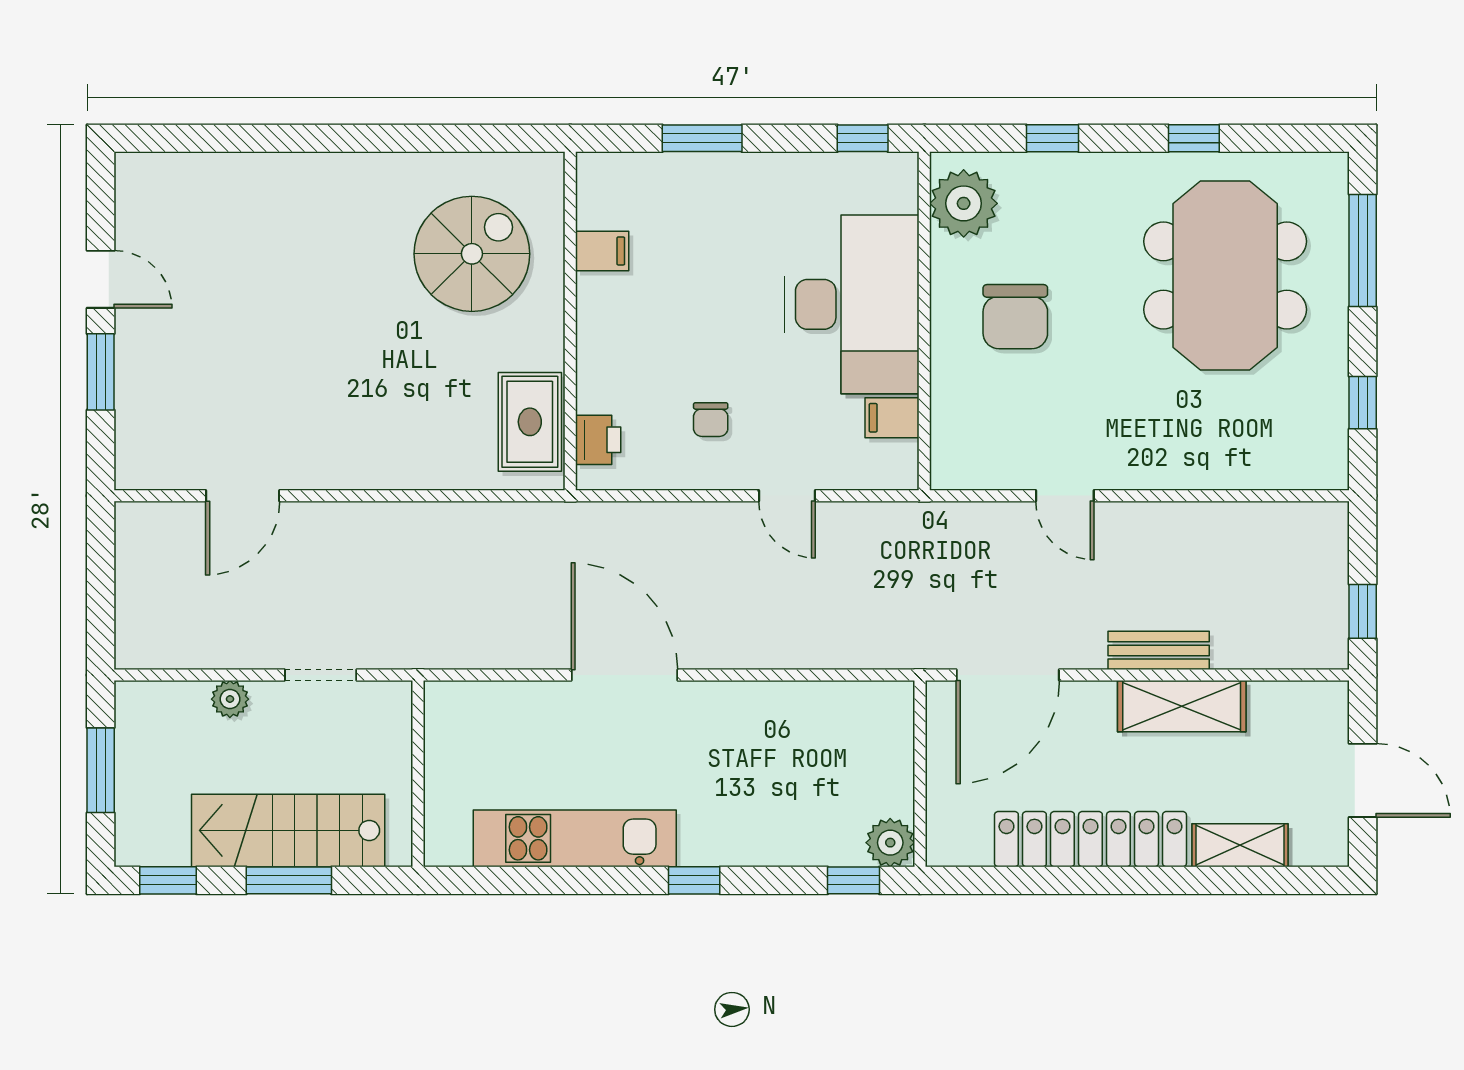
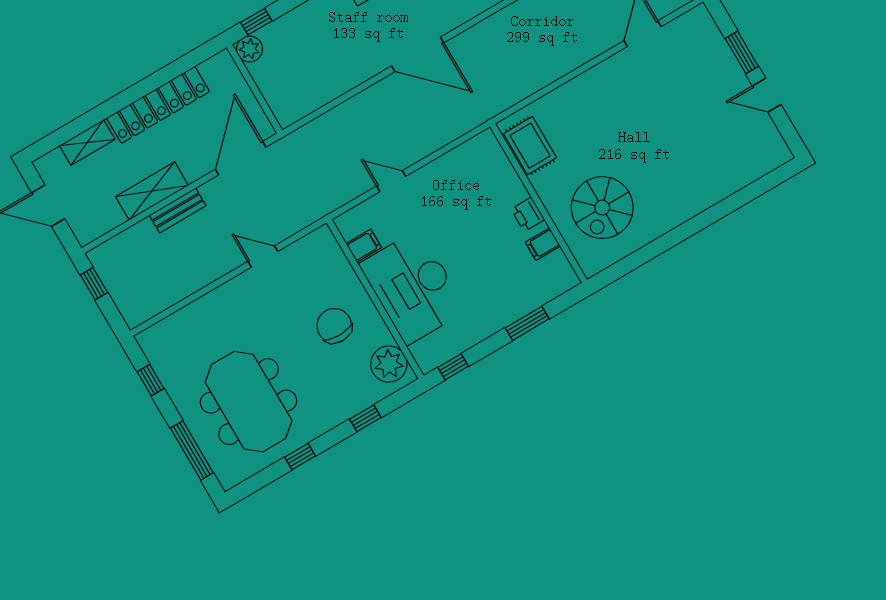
chair: (711, 420) -> (447, 196), removed
printer: (598, 440) -> (528, 214), moved

